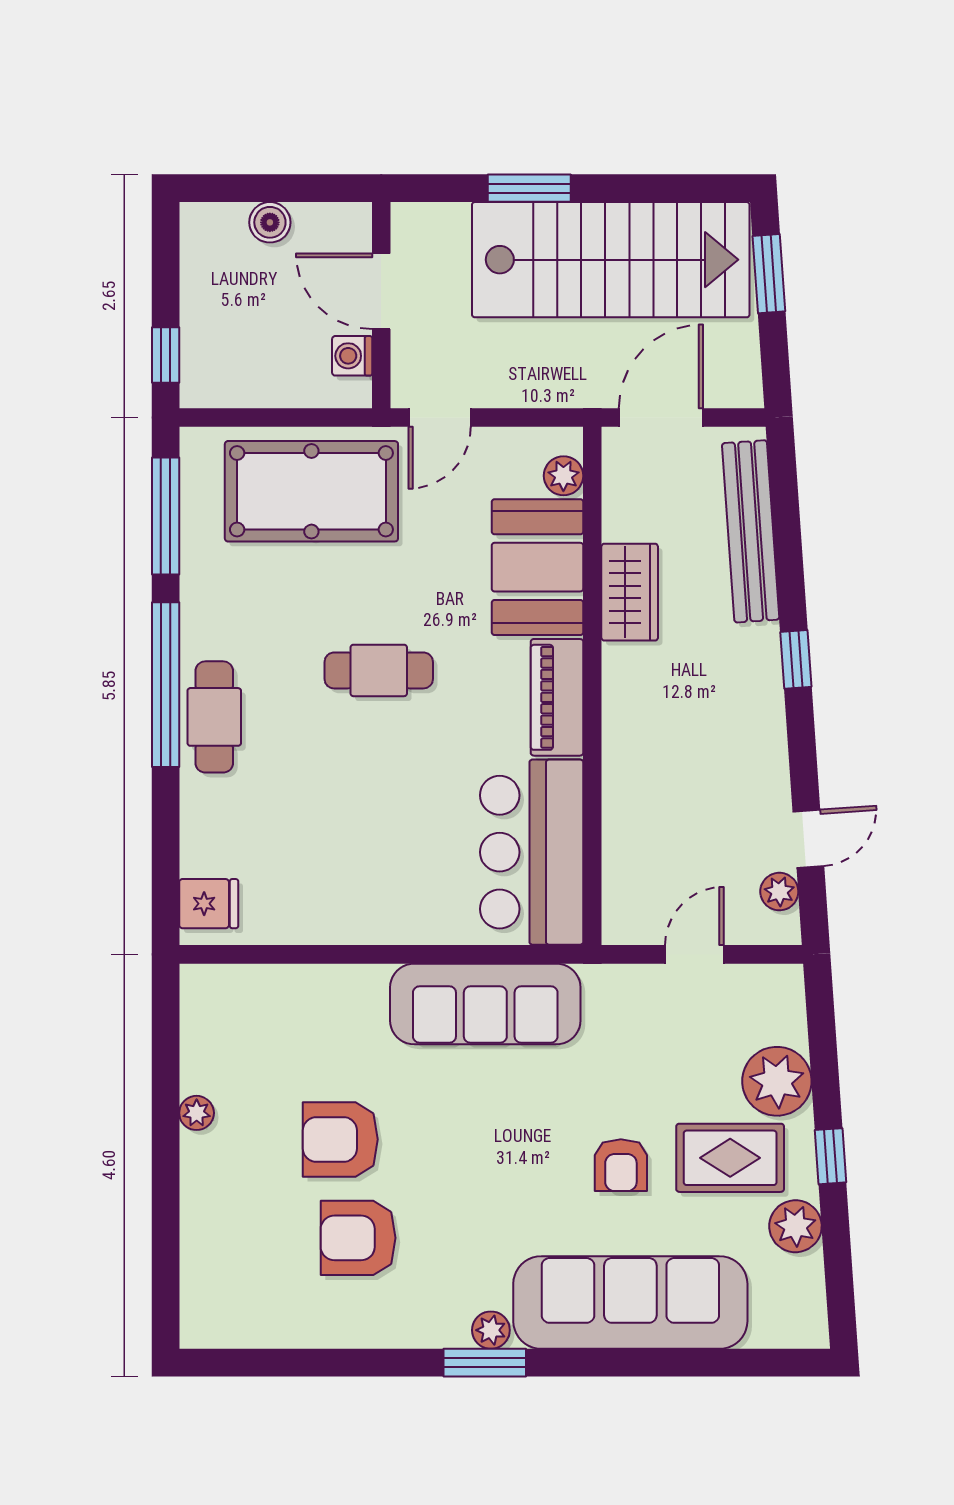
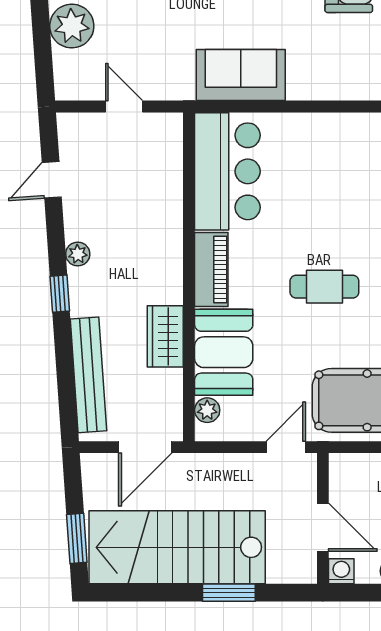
washing machine: (352, 356) -> (341, 571), moved, turned -90
plant: (779, 892) -> (78, 254), moved
door: (694, 954) -> (124, 106), swing flipped
sofa: (485, 1004) -> (241, 75), width x0.73

